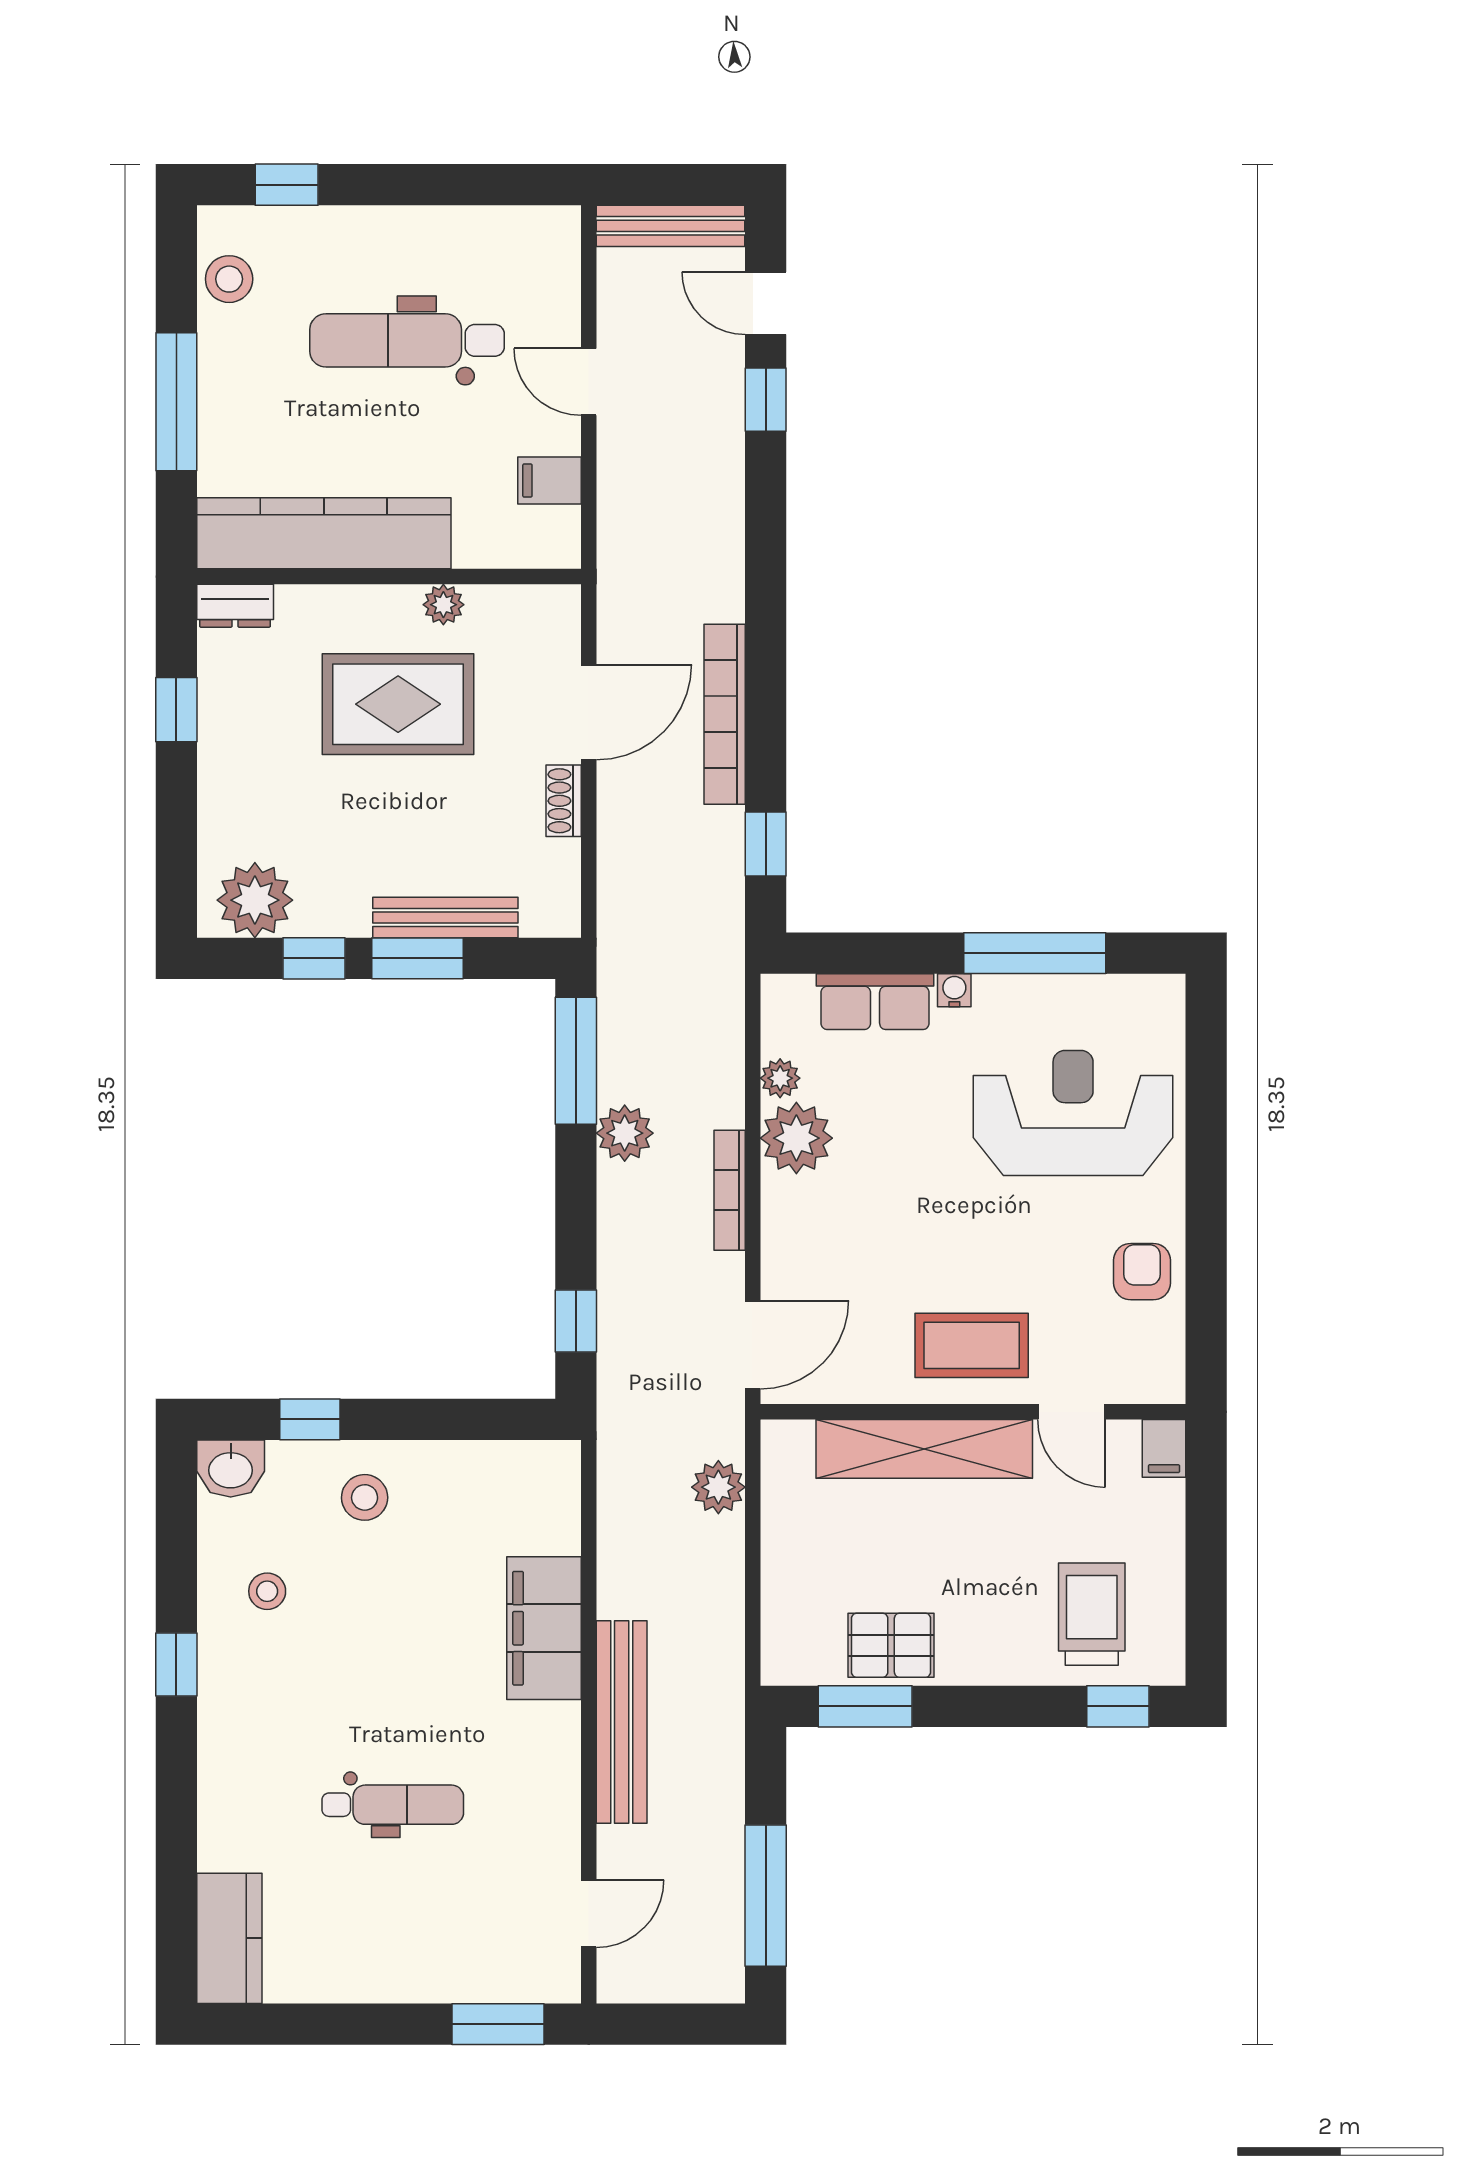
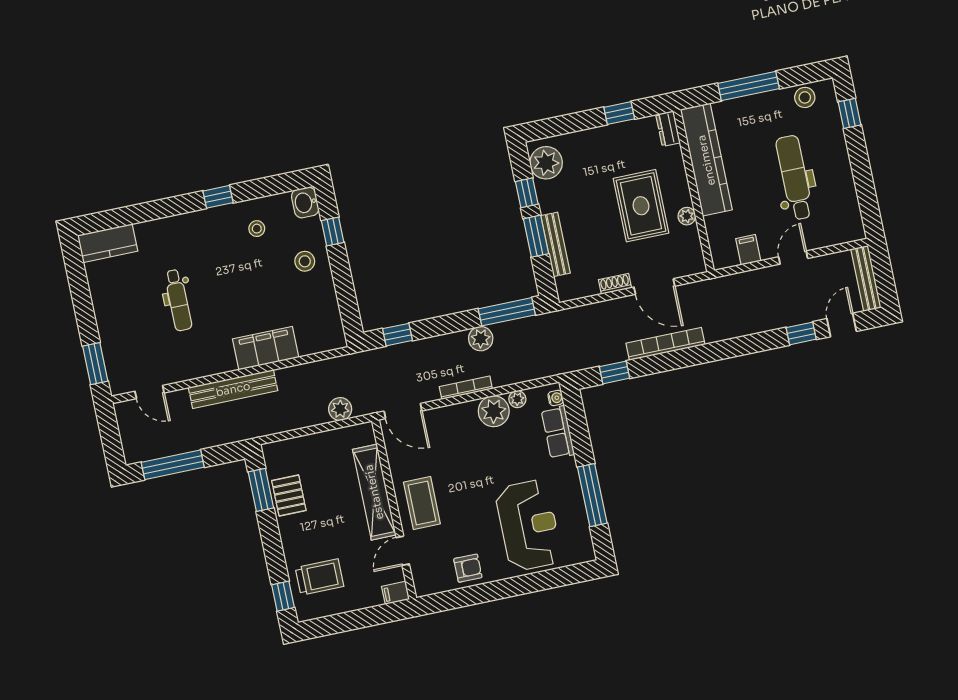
water cooler: (954, 990) -> (556, 398), moved

